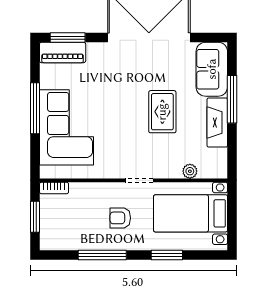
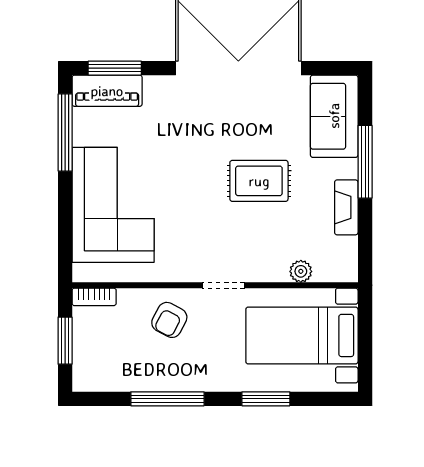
window: (35, 108) -> (65, 133), moved
rug: (162, 112) -> (259, 181), turned 90
fireplace: (217, 123) -> (346, 207), width x0.73, depth x0.76
armchair: (120, 218) -> (169, 320), moved, turned -62

